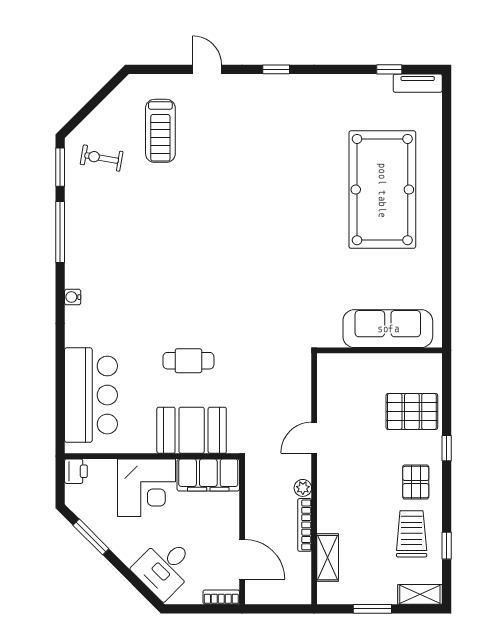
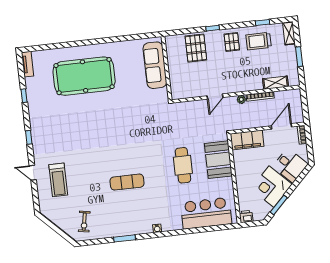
door: (207, 69) -> (33, 173), hinge flipped
window: (389, 69) -> (24, 96), moved
treadmill: (160, 131) -> (58, 180), moved, turned 90
window: (60, 167) -> (91, 242), removed
window: (60, 232) -> (125, 238), width x0.69
exercise mat: (168, 249) -> (127, 182), added
cafe table: (188, 361) -> (183, 165), width x1.37, depth x1.35
door: (314, 438) -> (215, 97), hinge flipped
filing cabinet: (208, 475) -> (247, 140), moved, turned 90
pallet: (416, 482) -> (232, 42), turned 90
corner desk: (147, 488) -> (271, 187), moved, turned -135

